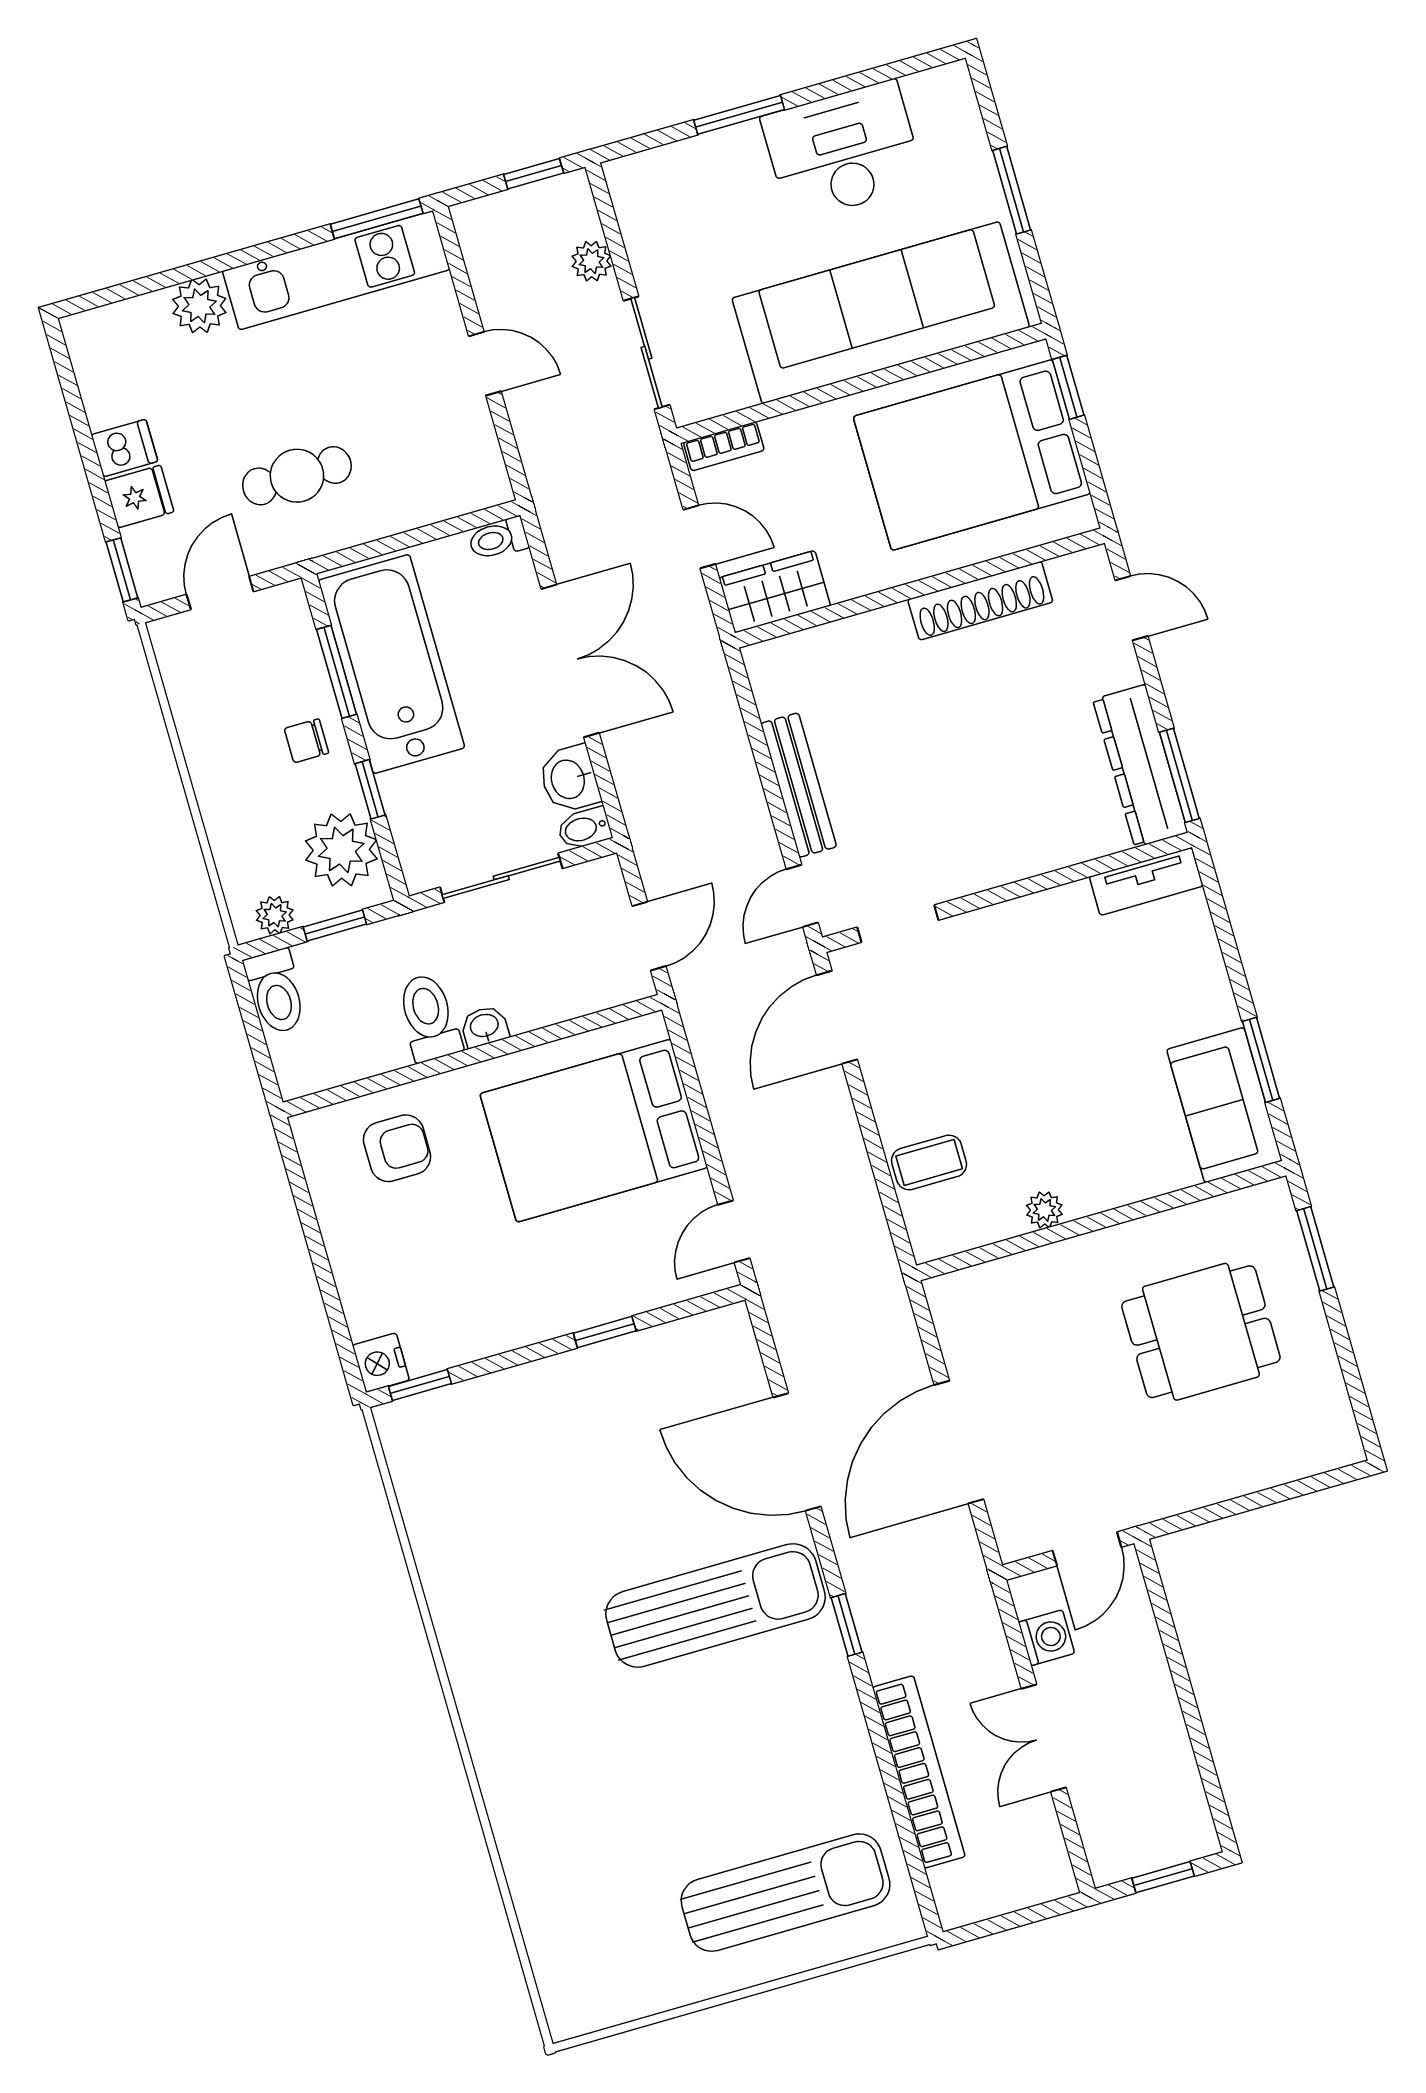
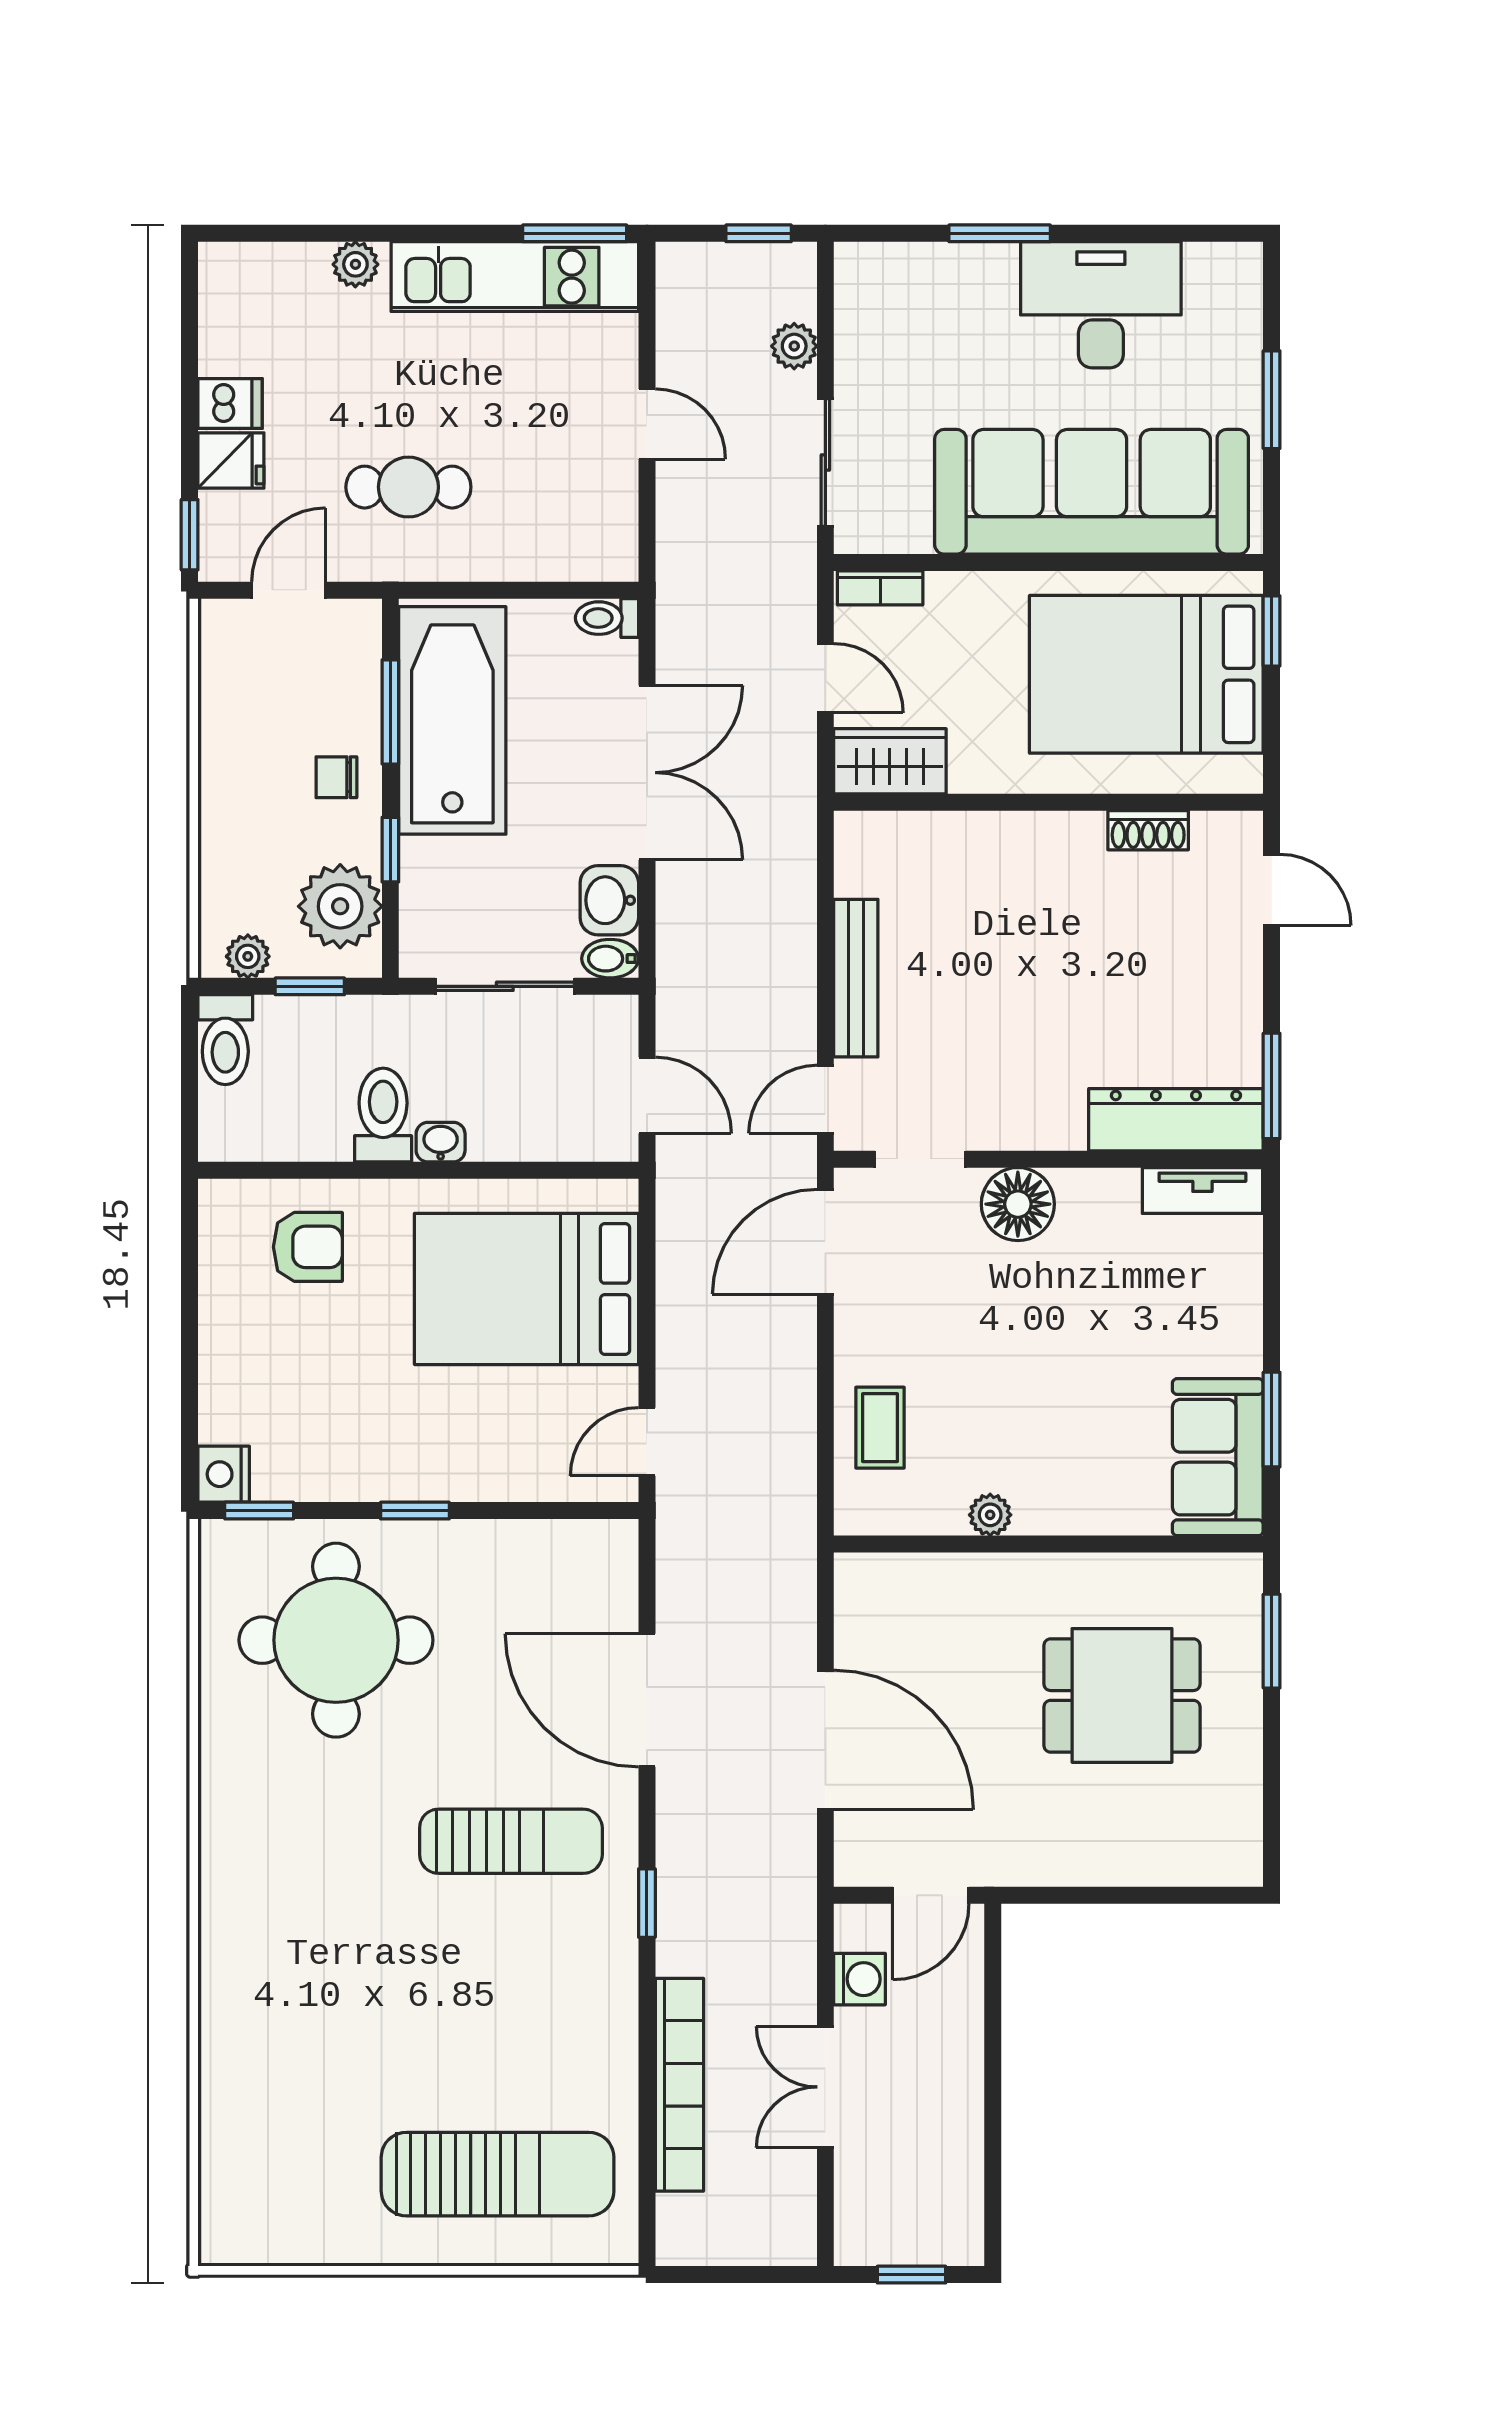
plant: (199, 306) -> (355, 264), width x0.73, depth x0.73
shoe rack: (980, 601) -> (1148, 830), width x0.51, depth x0.81
dresser: (1140, 766) -> (1176, 1120), moved, turned 90
door: (649, 936) -> (647, 1095), hinge flipped
floor lamp: (992, 938) -> (1018, 1204), added
coffee table: (929, 1162) -> (880, 1428), turned 90
window: (605, 1332) -> (415, 1511), moved
door: (959, 1442) -> (825, 1740), swing flipped
round table: (517, 1477) -> (336, 1640), added
sun lounger: (715, 1605) -> (511, 1841), width x0.73, depth x0.75

